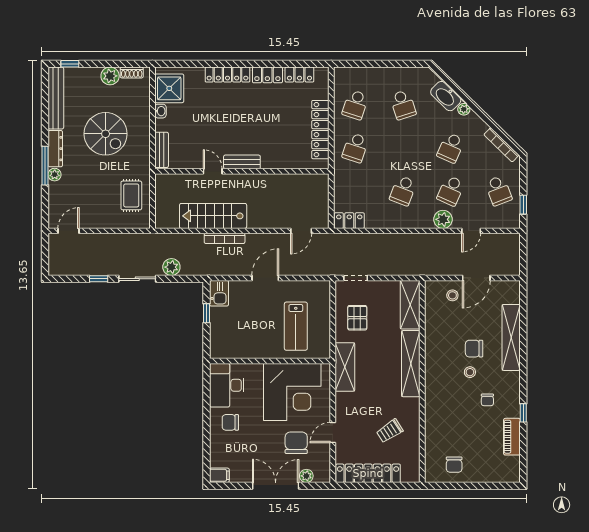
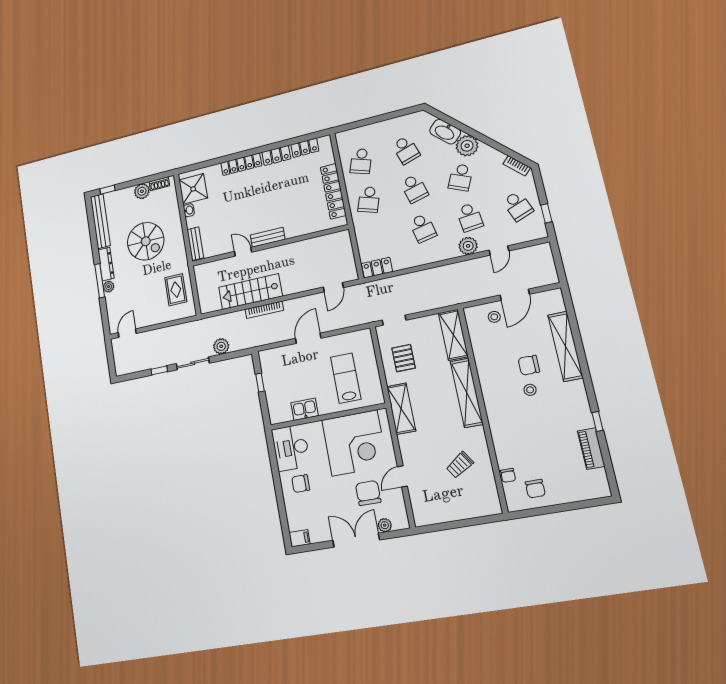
plant: (464, 109) -> (467, 146), width x1.88, depth x1.88
bookcase: (501, 145) -> (517, 166), width x0.64
school desk: (403, 148) -> (414, 189), added
school desk: (403, 191) -> (423, 228), turned -33
school desk: (451, 191) -> (470, 217), turned -30
kitchen sink: (219, 293) -> (305, 409), moved, turned -90
lab bench: (296, 326) -> (346, 378), turned 180
chair: (487, 400) -> (508, 475), moved
locker: (368, 473) -> (447, 512), removed

